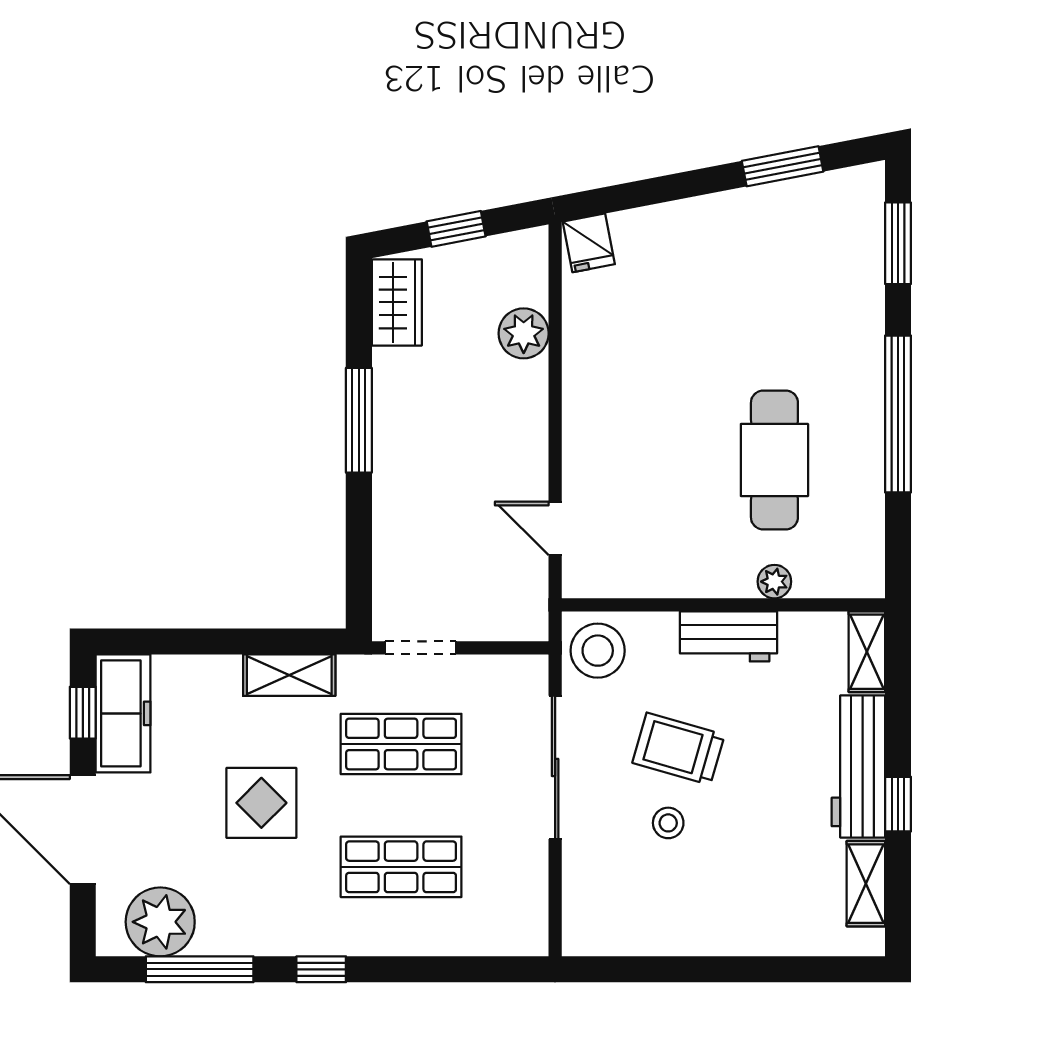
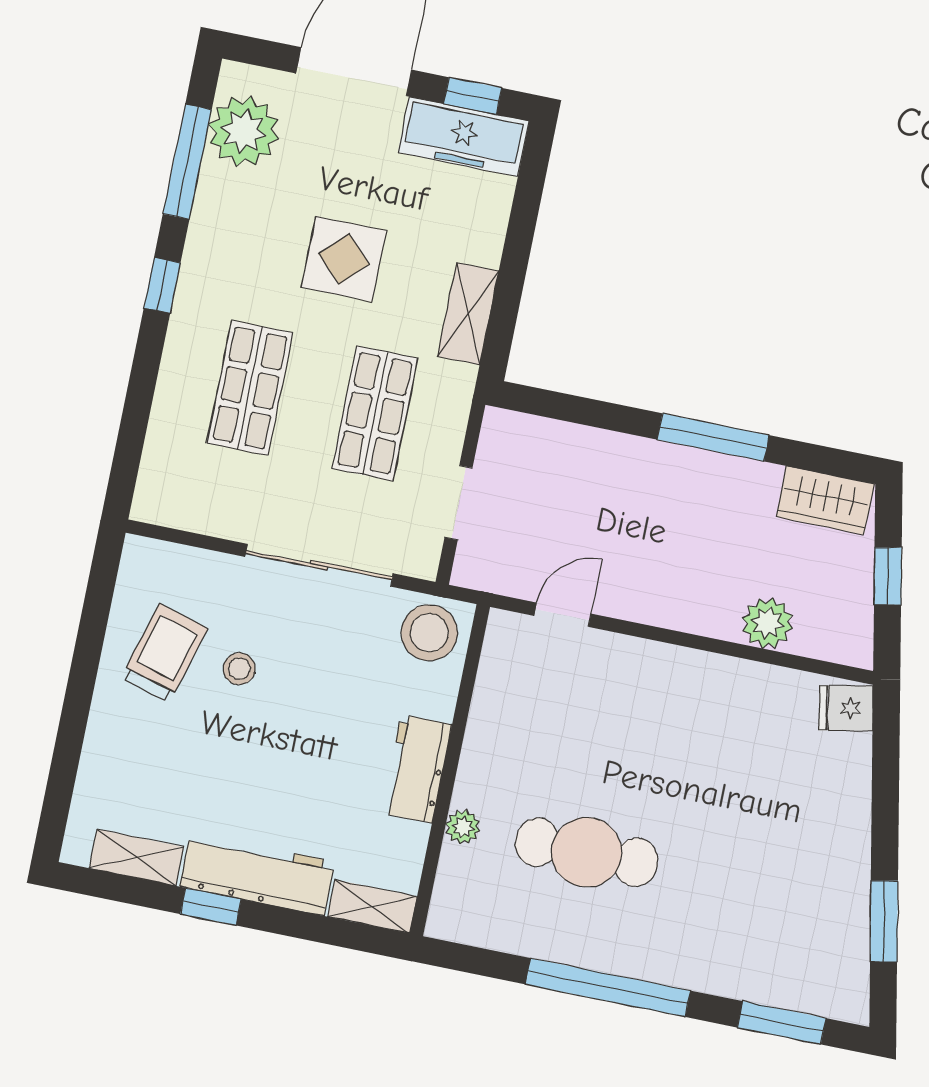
doorway: (420, 648) -> (459, 503), moved
trolley: (678, 749) -> (164, 653), moved

